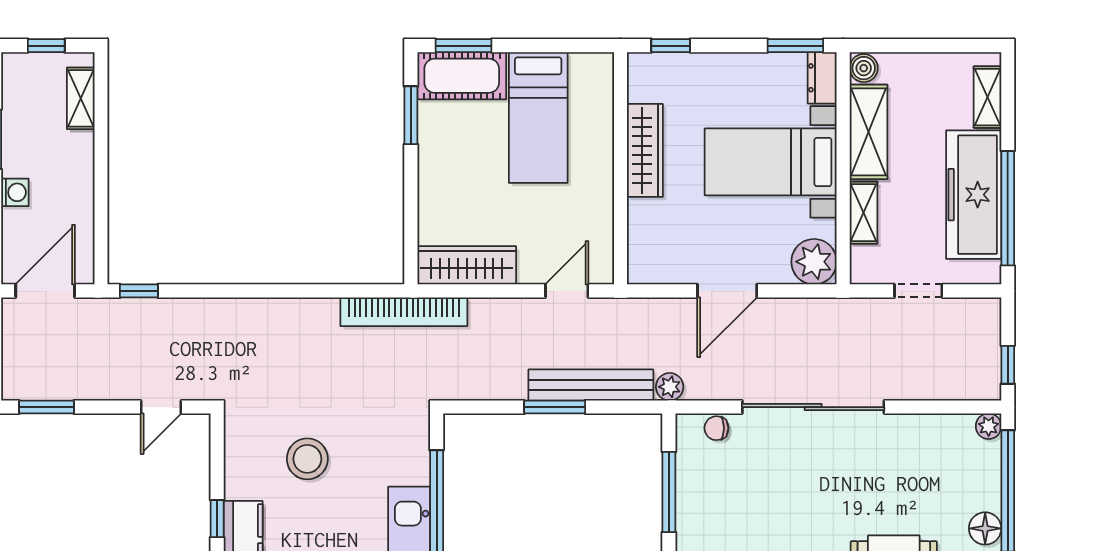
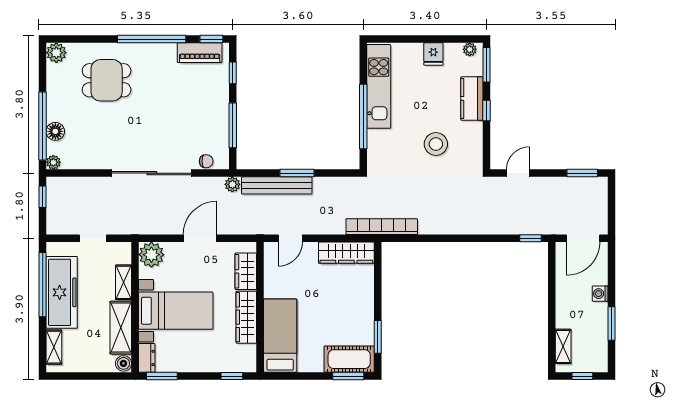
bed: (538, 118) -> (280, 336), moved
wardrobe: (646, 232) -> (246, 271), added
floor lamp: (985, 528) -> (55, 131), moved

